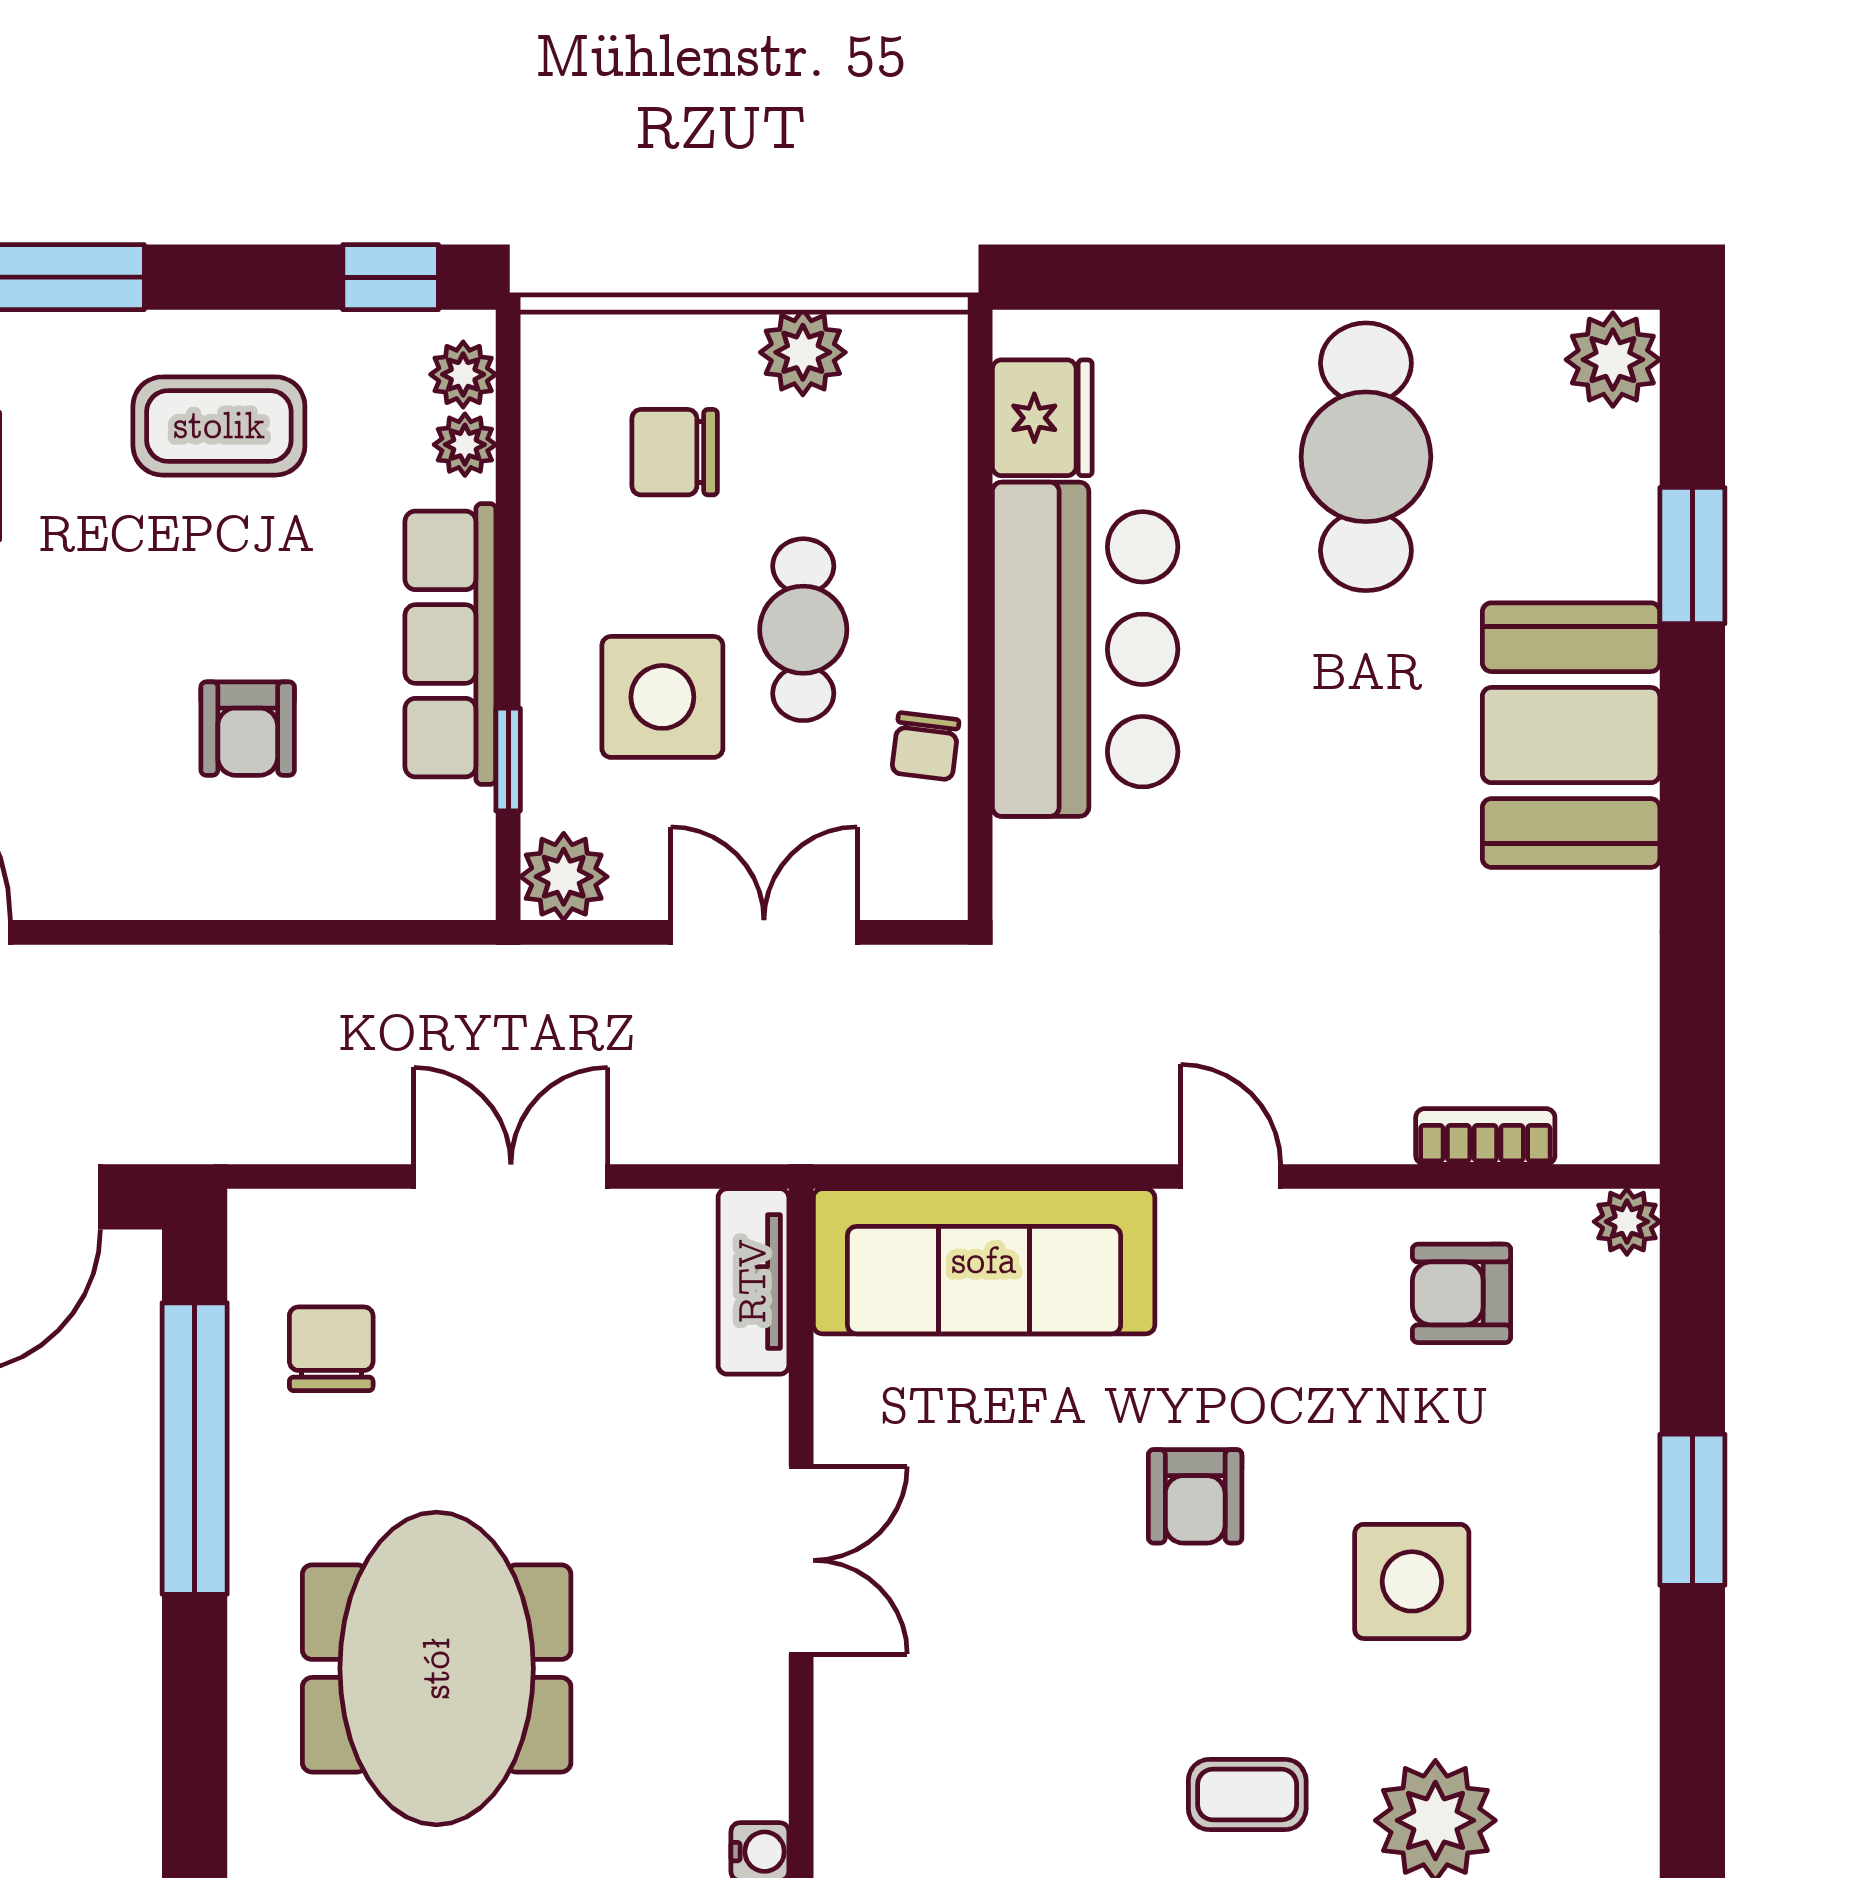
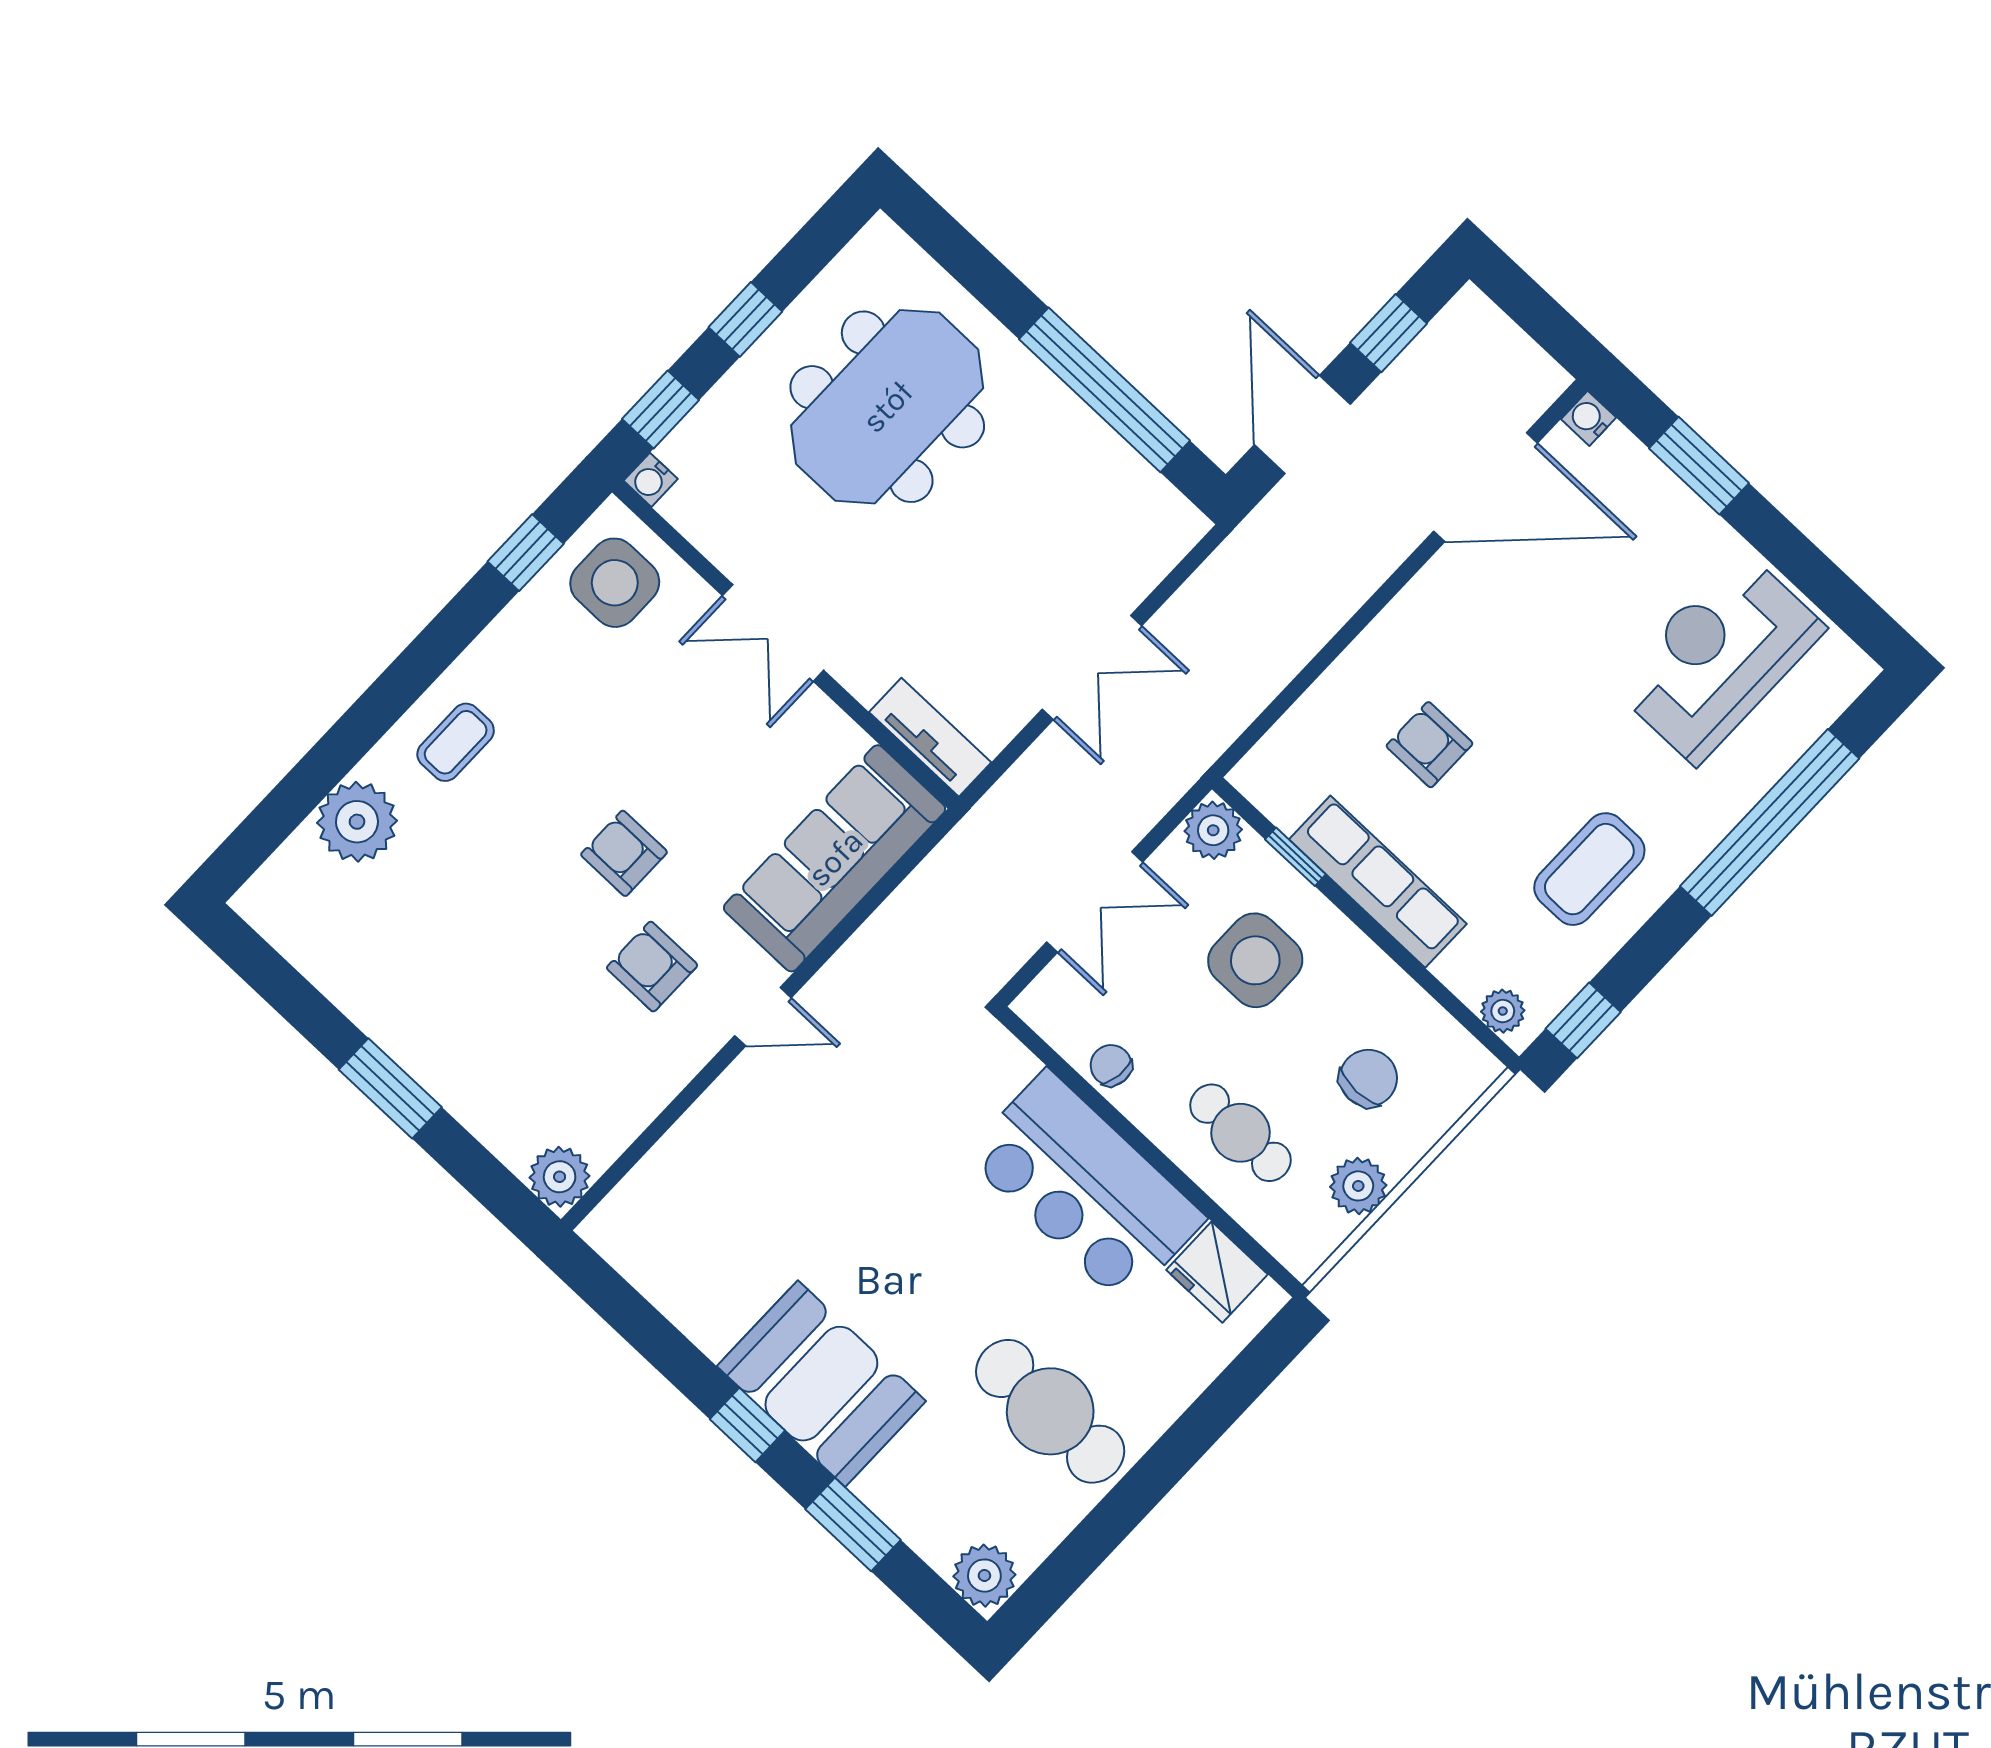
plant: (465, 445) -> (1468, 980), removed
cafe table: (803, 630) -> (1240, 1133), moved
window: (1692, 773) -> (747, 1425), added
bookcase: (1485, 1136) -> (666, 1159), removed
plant: (1627, 1222) -> (560, 1177), width x1.38, depth x1.38
armchair: (1462, 1293) -> (652, 967), moved, turned -90
chair: (331, 1349) -> (1090, 502), removed
side table: (1412, 1581) -> (615, 583), moved
meeting table: (437, 1668) -> (887, 407), turned 90

